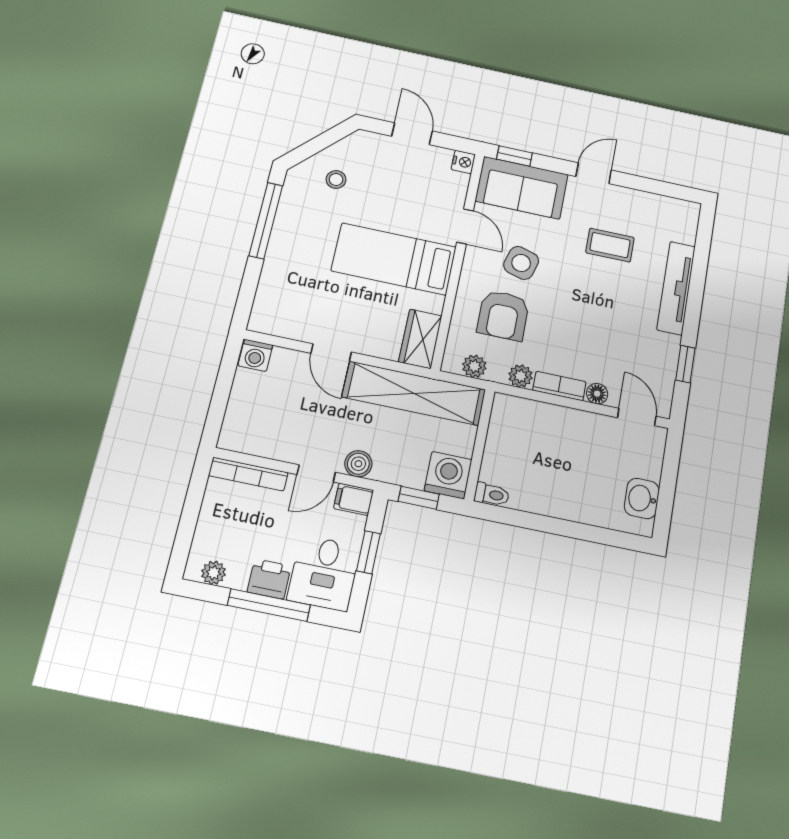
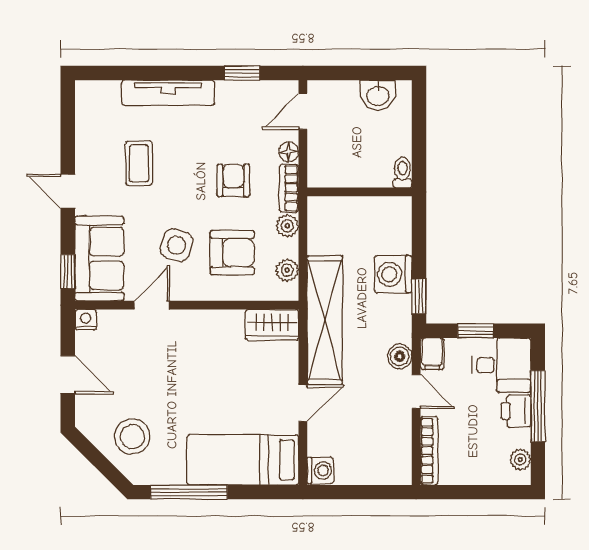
door: (412, 134) -> (68, 375), swing flipped
stool: (336, 179) -> (132, 437), width x1.89, depth x1.89
bed: (394, 259) -> (243, 460), moved, turned 90
armchair: (577, 332) -> (233, 180), added
wall: (480, 445) -> (359, 192), moved
toilet: (492, 494) -> (403, 172), moved

